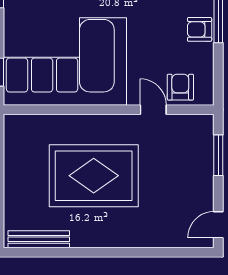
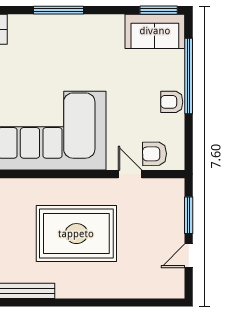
armchair: (180, 87) -> (154, 154), turned -91
door: (218, 225) -> (189, 256), moved

